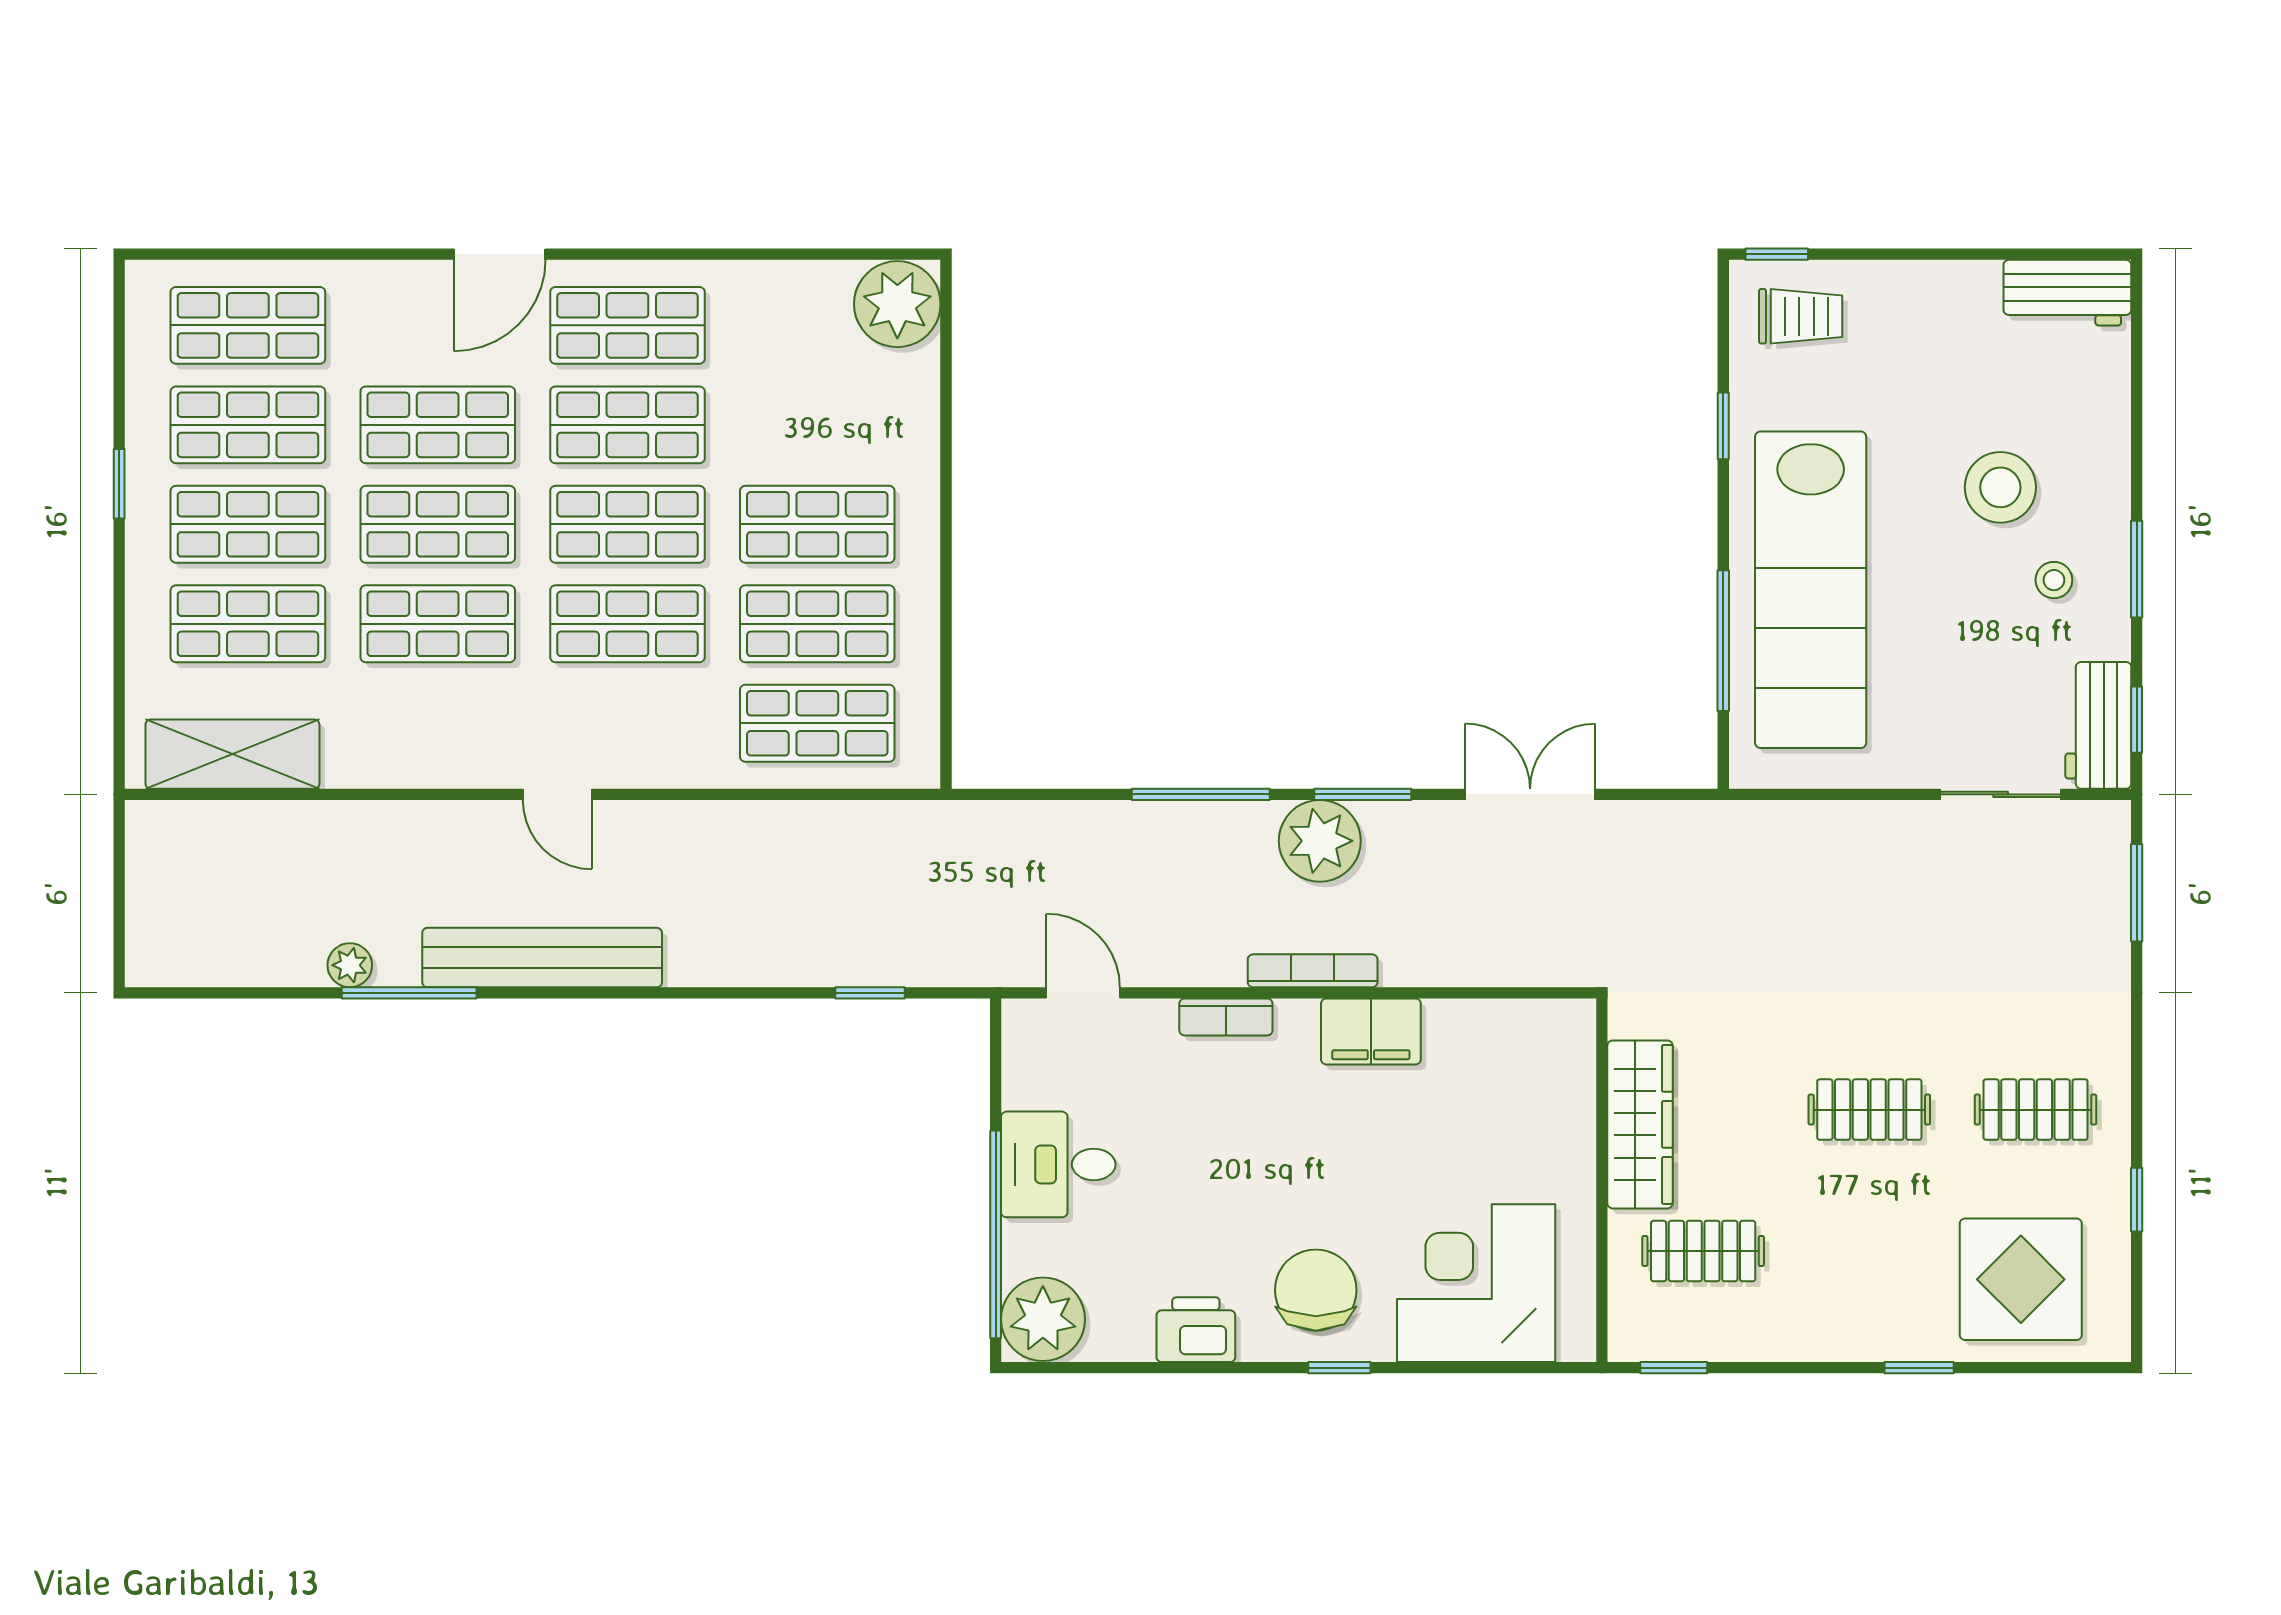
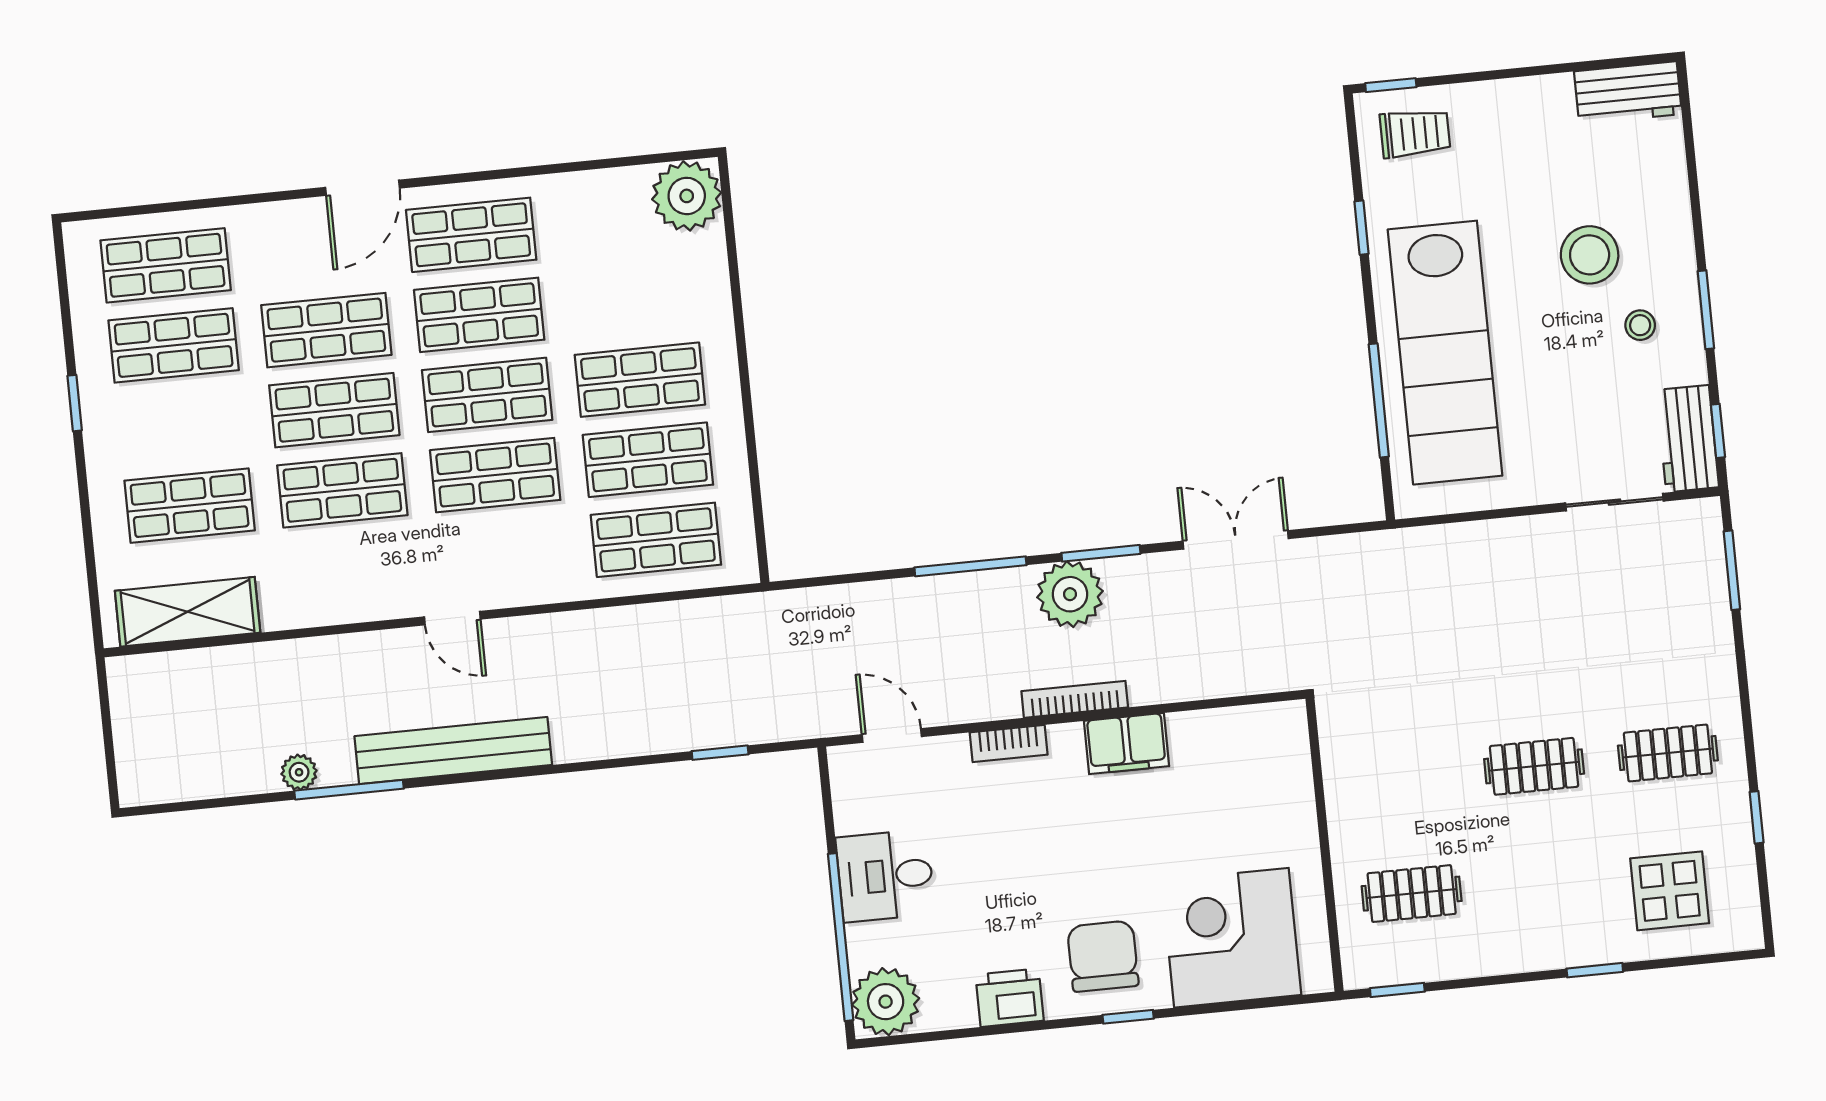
shop shelf: (248, 524) -> (182, 425), removed
wardrobe: (1640, 1124) -> (1351, 797), removed
display table: (2021, 1279) -> (1670, 891), width x0.73, depth x0.73

